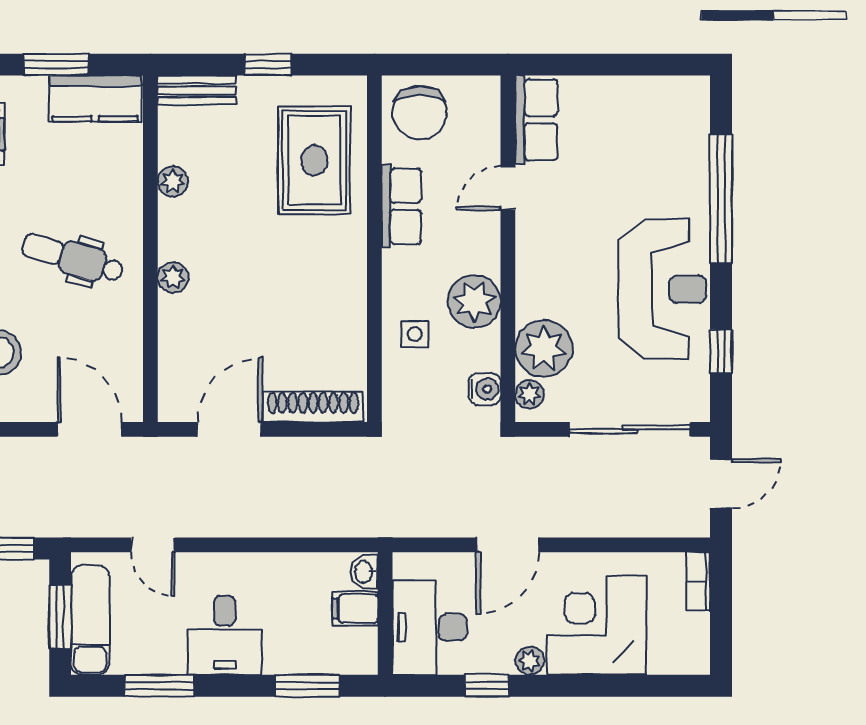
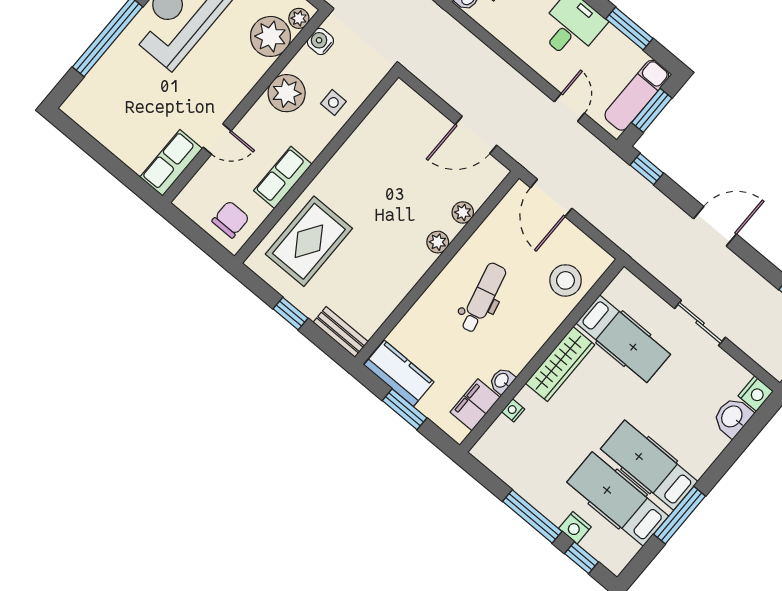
chair: (420, 112) -> (231, 219), width x0.73, depth x0.73
plant: (173, 182) -> (463, 212), moved
dental chair: (73, 258) -> (483, 298), turned -121
shoe rack: (313, 407) -> (421, 109), removed

